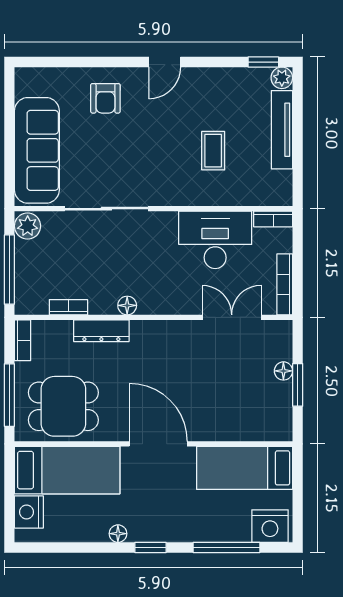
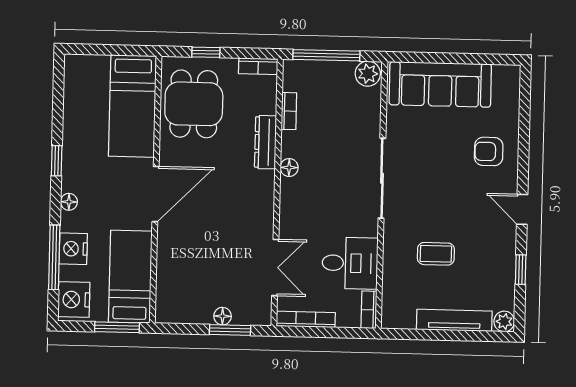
window: (263, 62) -> (521, 270), moved
sliding door: (106, 209) -> (382, 178), moved
desk: (215, 240) -> (350, 263), width x0.73
window: (298, 385) -> (230, 330), moved
window: (9, 395) -> (206, 52), width x0.46
window: (298, 480) -> (117, 327), added
nightstand: (29, 512) -> (73, 249), moved, turned -90
floor lamp: (118, 534) -> (69, 202), moved
window: (151, 547) -> (57, 161), moved

